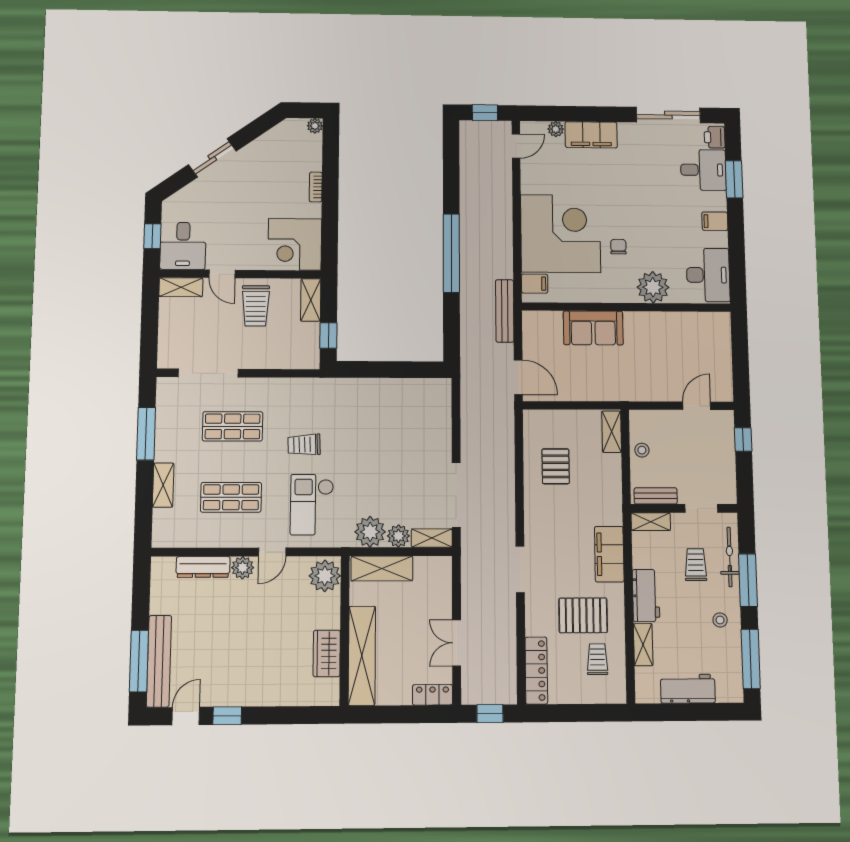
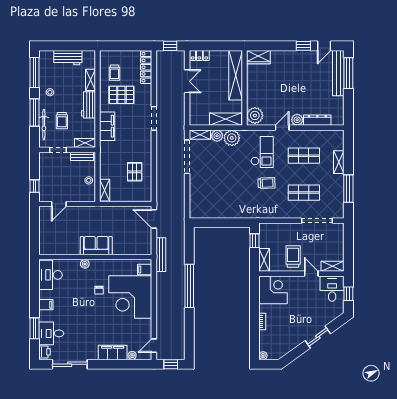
plant: (653, 287) -> (85, 264), width x0.53, depth x0.53
sofa: (593, 328) -> (96, 246), moved
wardrobe: (327, 653) -> (258, 57), moved, turned 90

